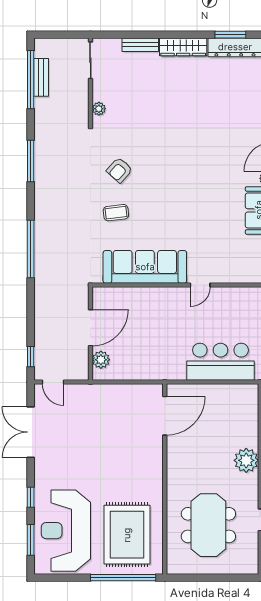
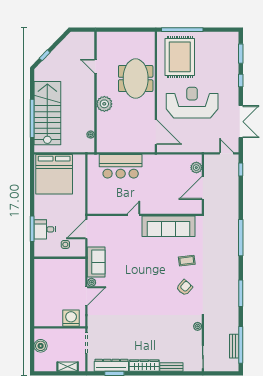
door: (165, 416) -> (156, 132), swing flipped
meeting table: (208, 525) -> (136, 79), moved
reception desk: (66, 531) -> (192, 103), moved, turned -90

